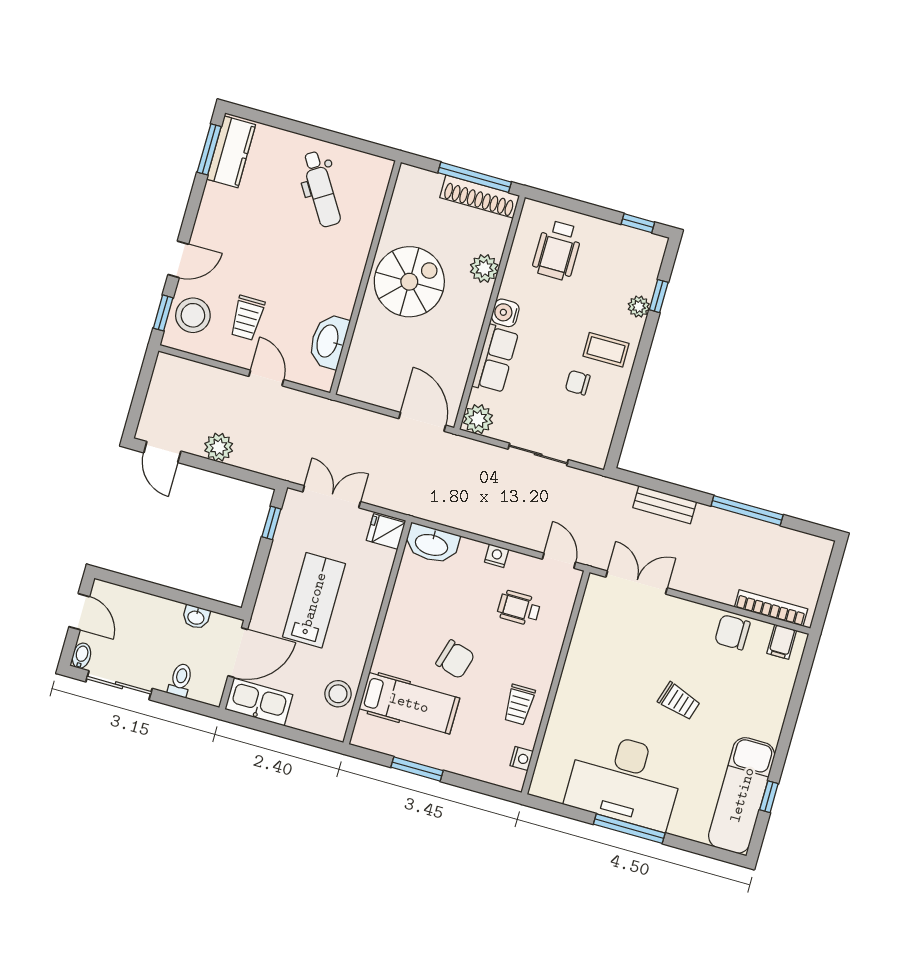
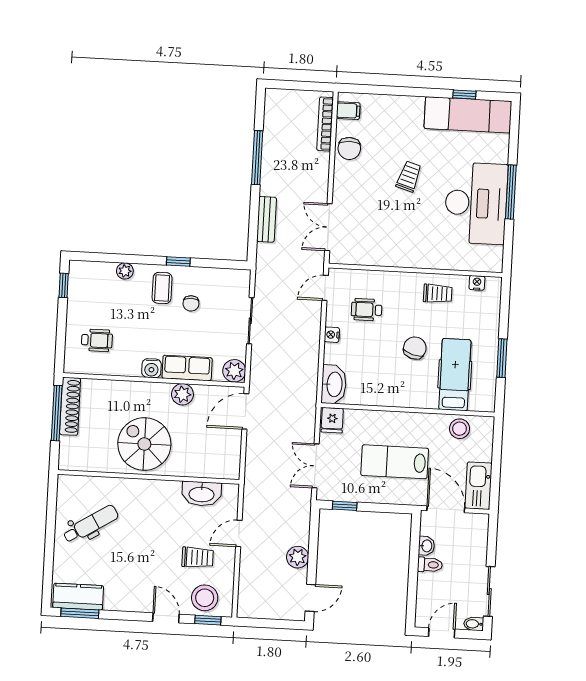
wheelchair: (557, 250) -> (97, 340), width x0.73, depth x0.73
plant: (484, 268) -> (182, 394), moved
window: (659, 296) -> (178, 262), moved
wheelchair: (519, 608) -> (367, 310), turned 90
toilet: (180, 680) -> (430, 565), moved, turned 180

